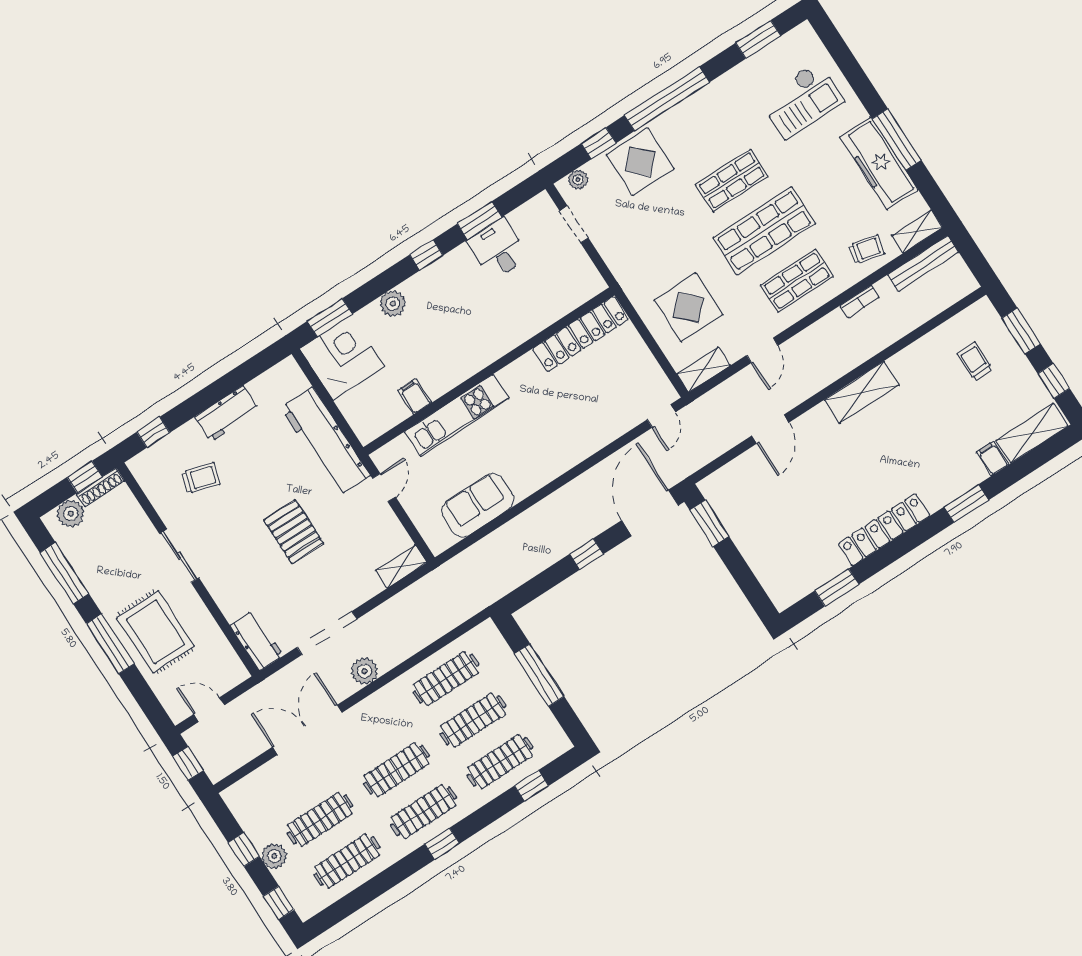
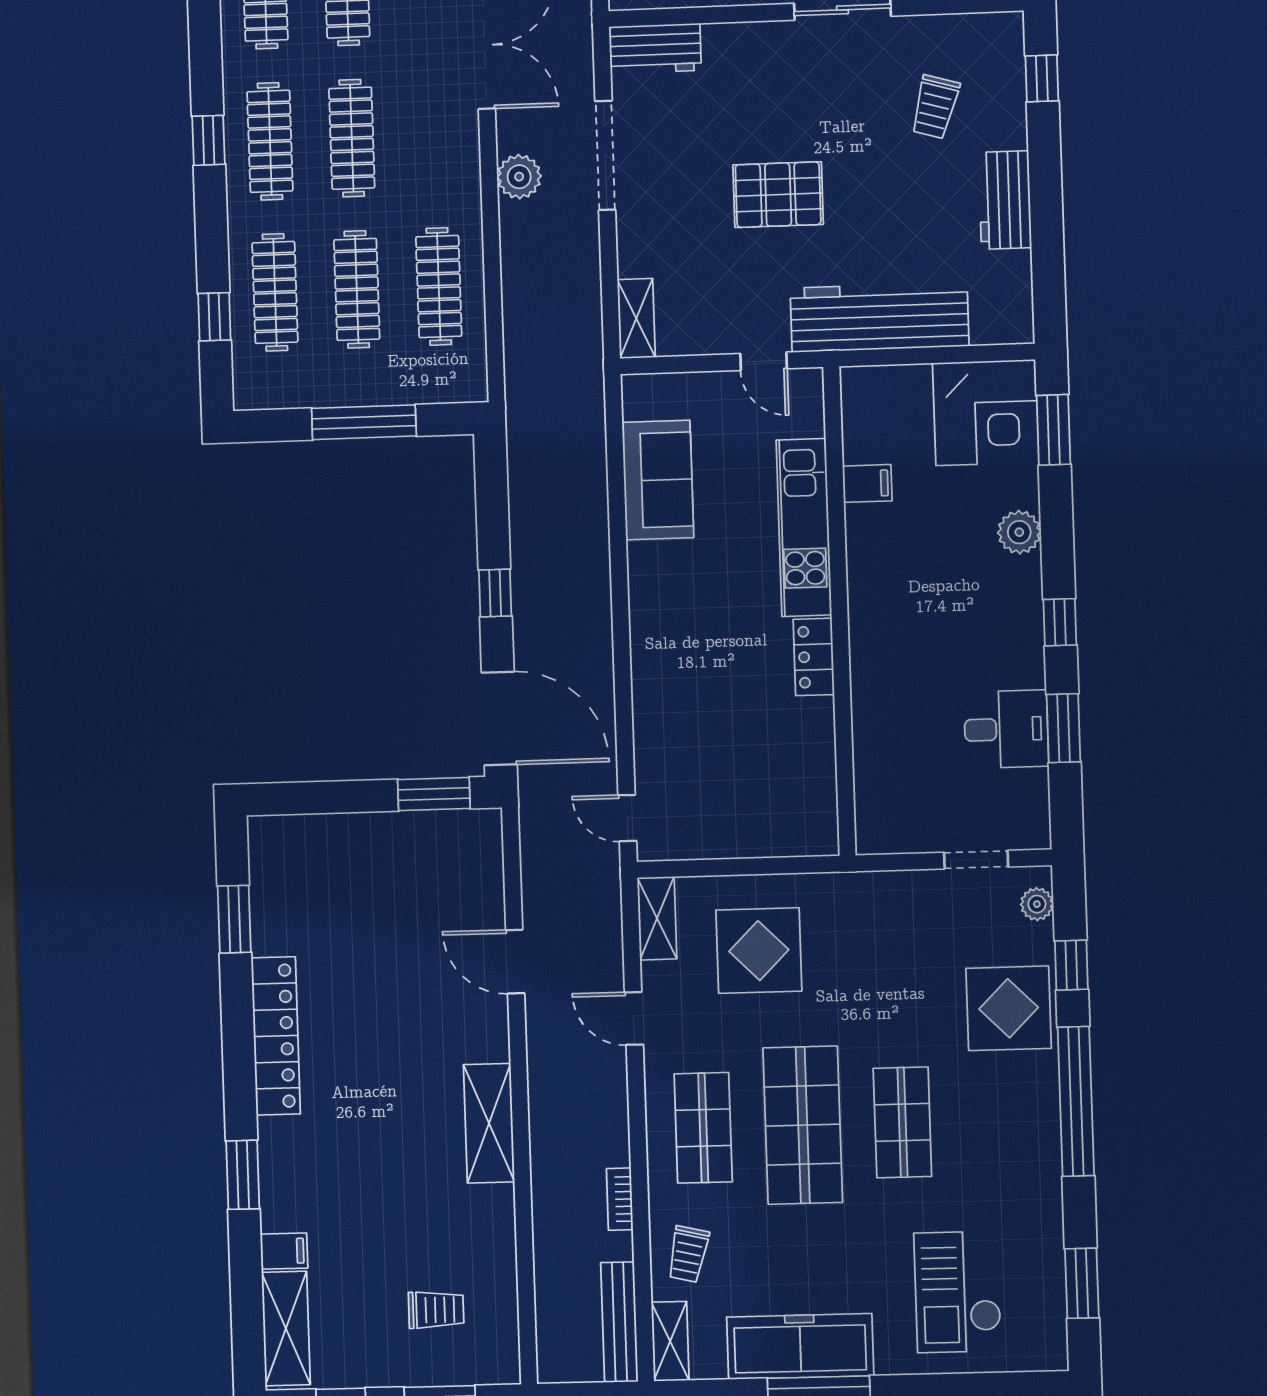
locker: (581, 334) -> (814, 657), moved, width x0.46, depth x0.83

